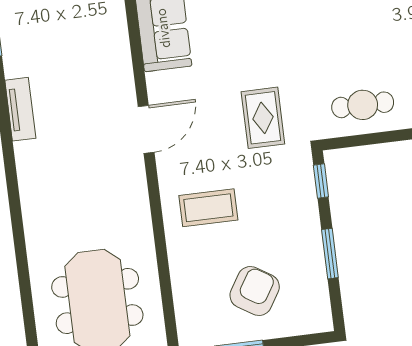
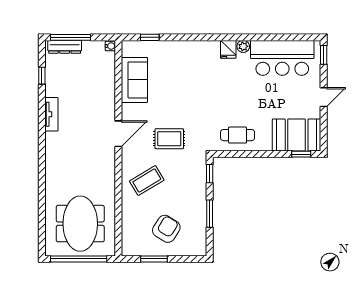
rug: (263, 118) -> (169, 139), moved, turned 90
coffee table: (208, 208) -> (147, 181), turned -31

